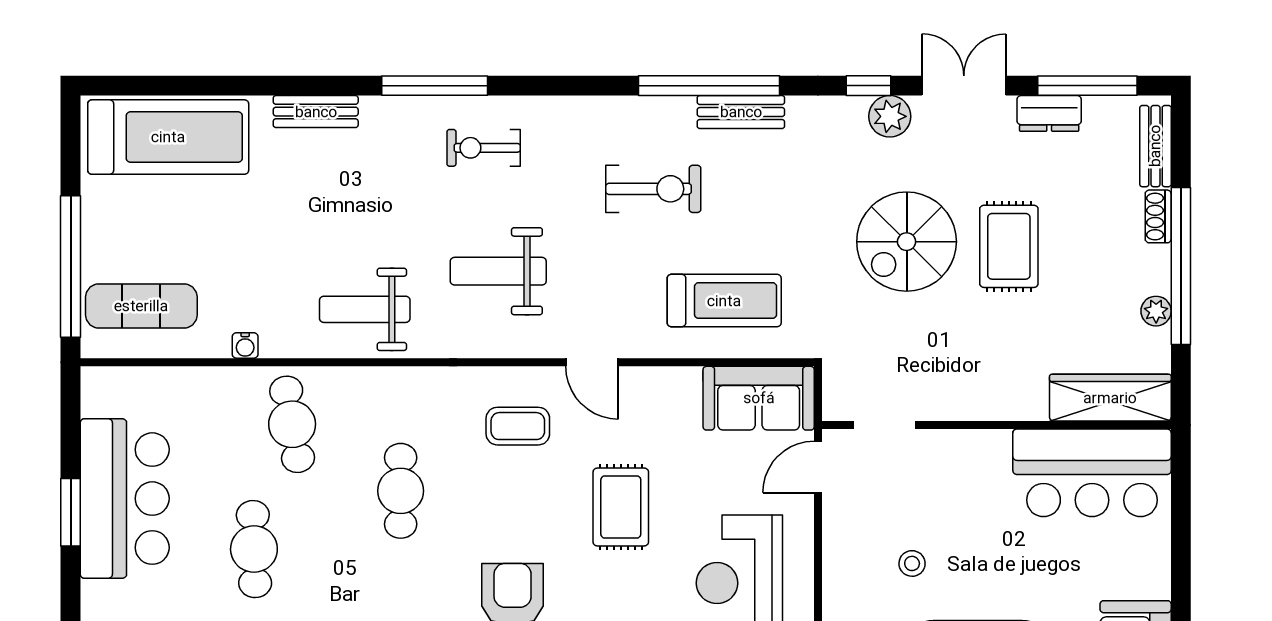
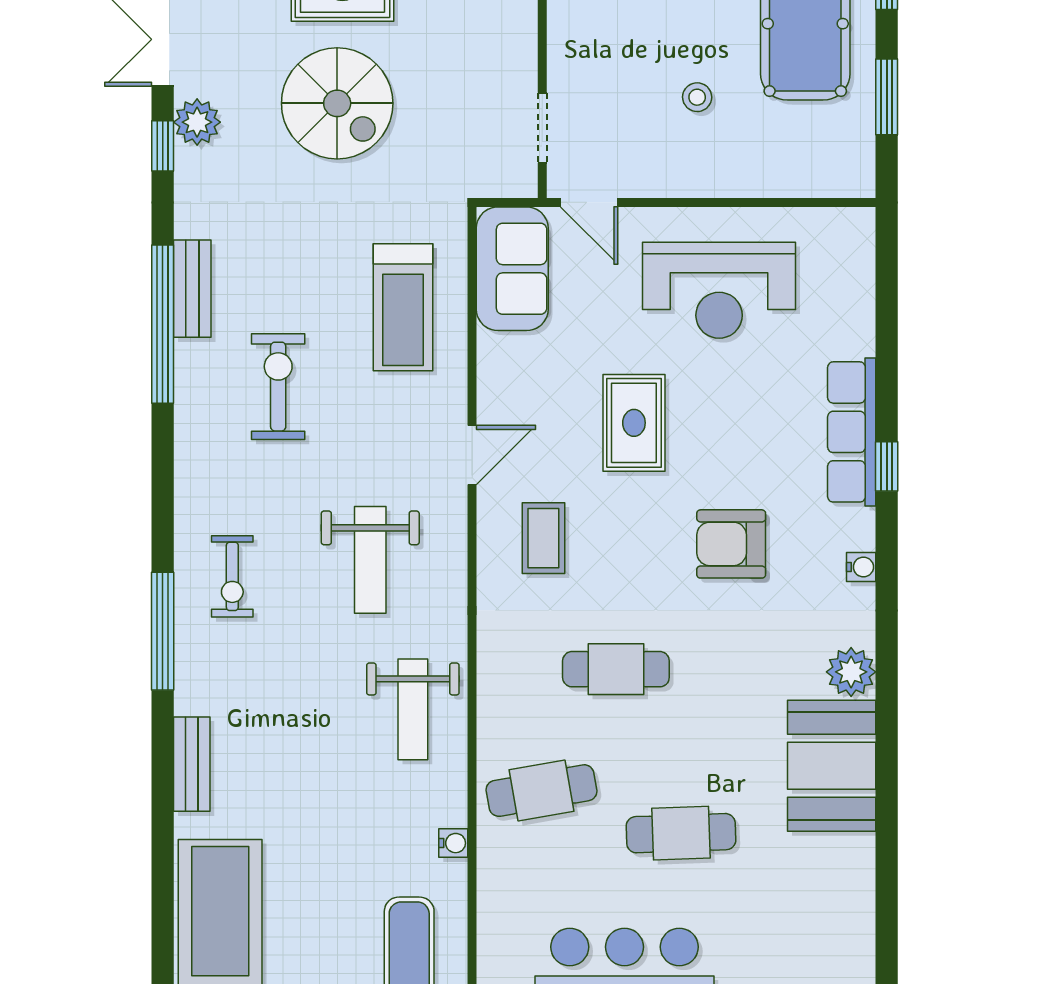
treadmill: (724, 301) -> (403, 307), turned 180
rug: (621, 507) -> (634, 423), turned 90

